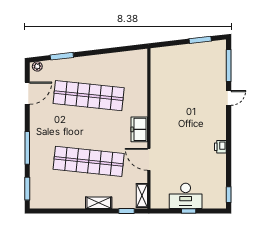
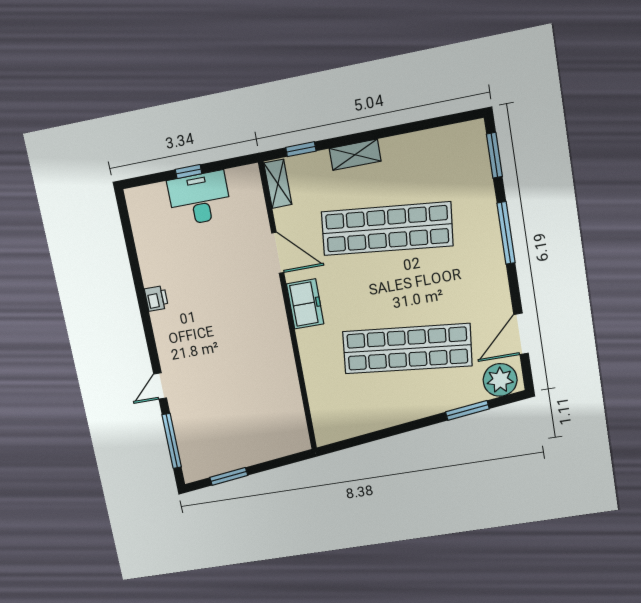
plant: (37, 66) -> (500, 380), width x1.88, depth x1.88
window: (229, 195) -> (124, 215), removed

